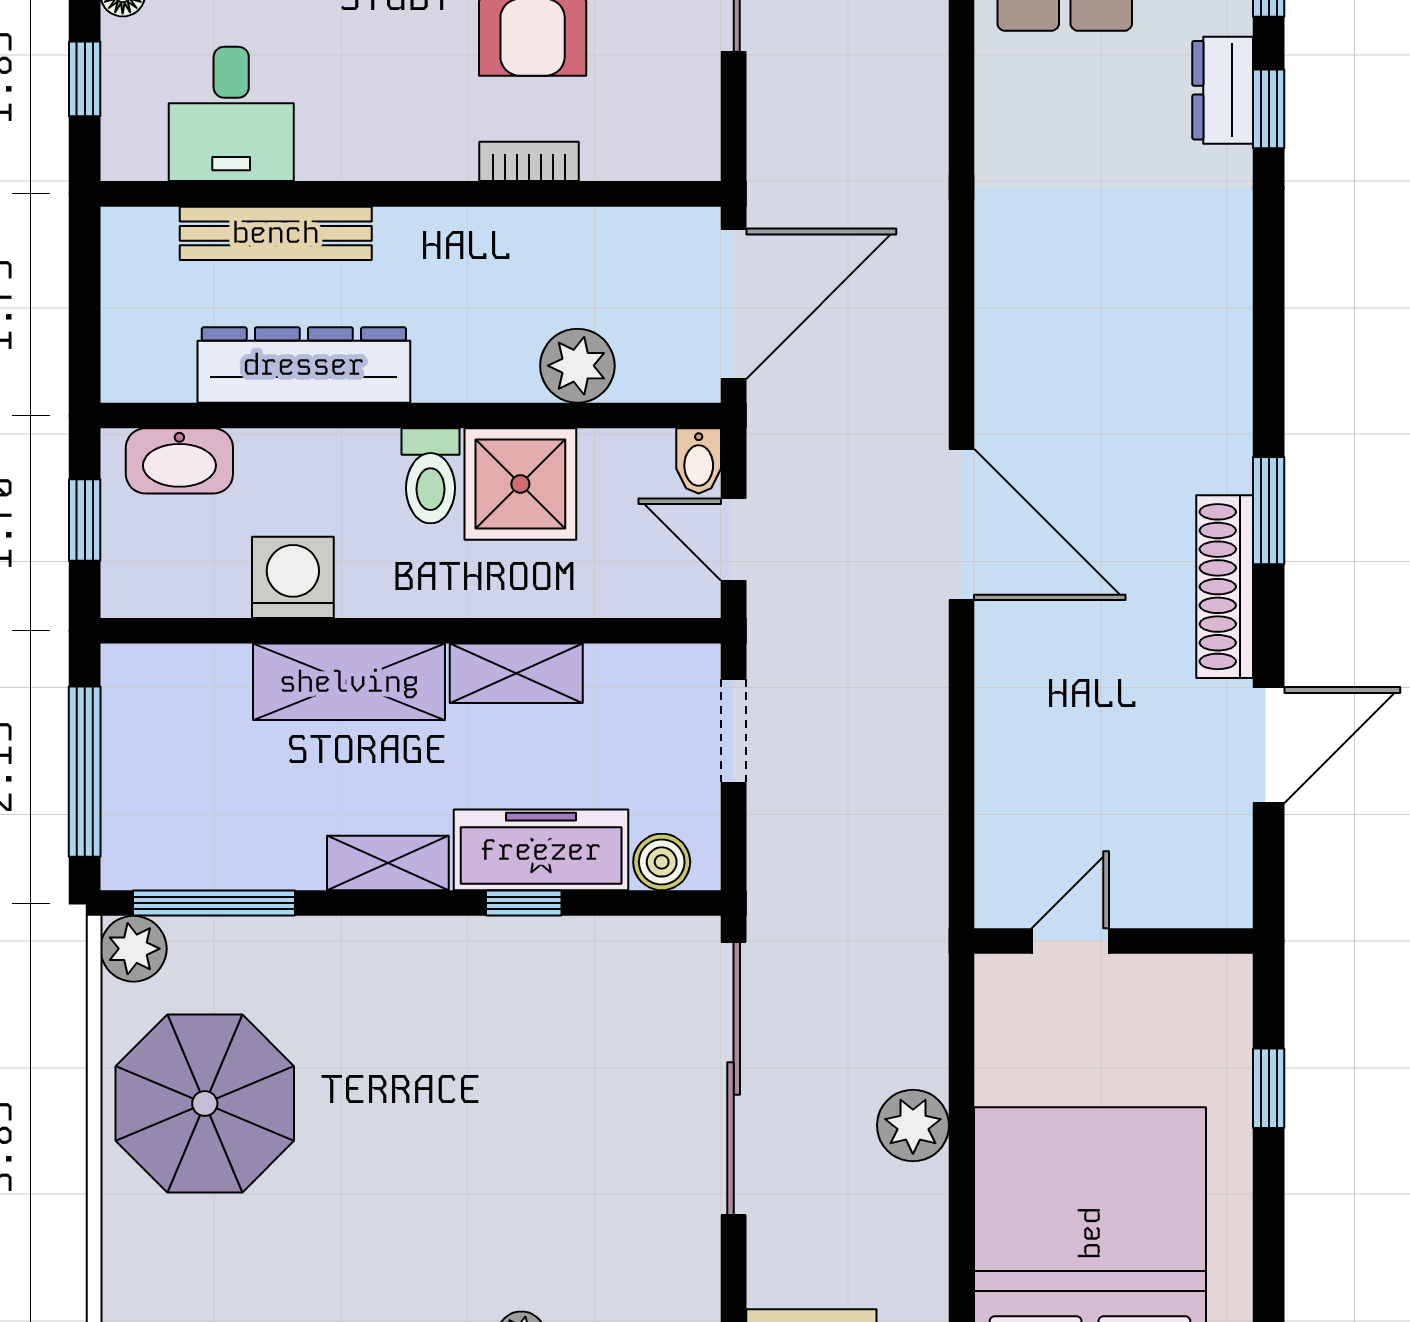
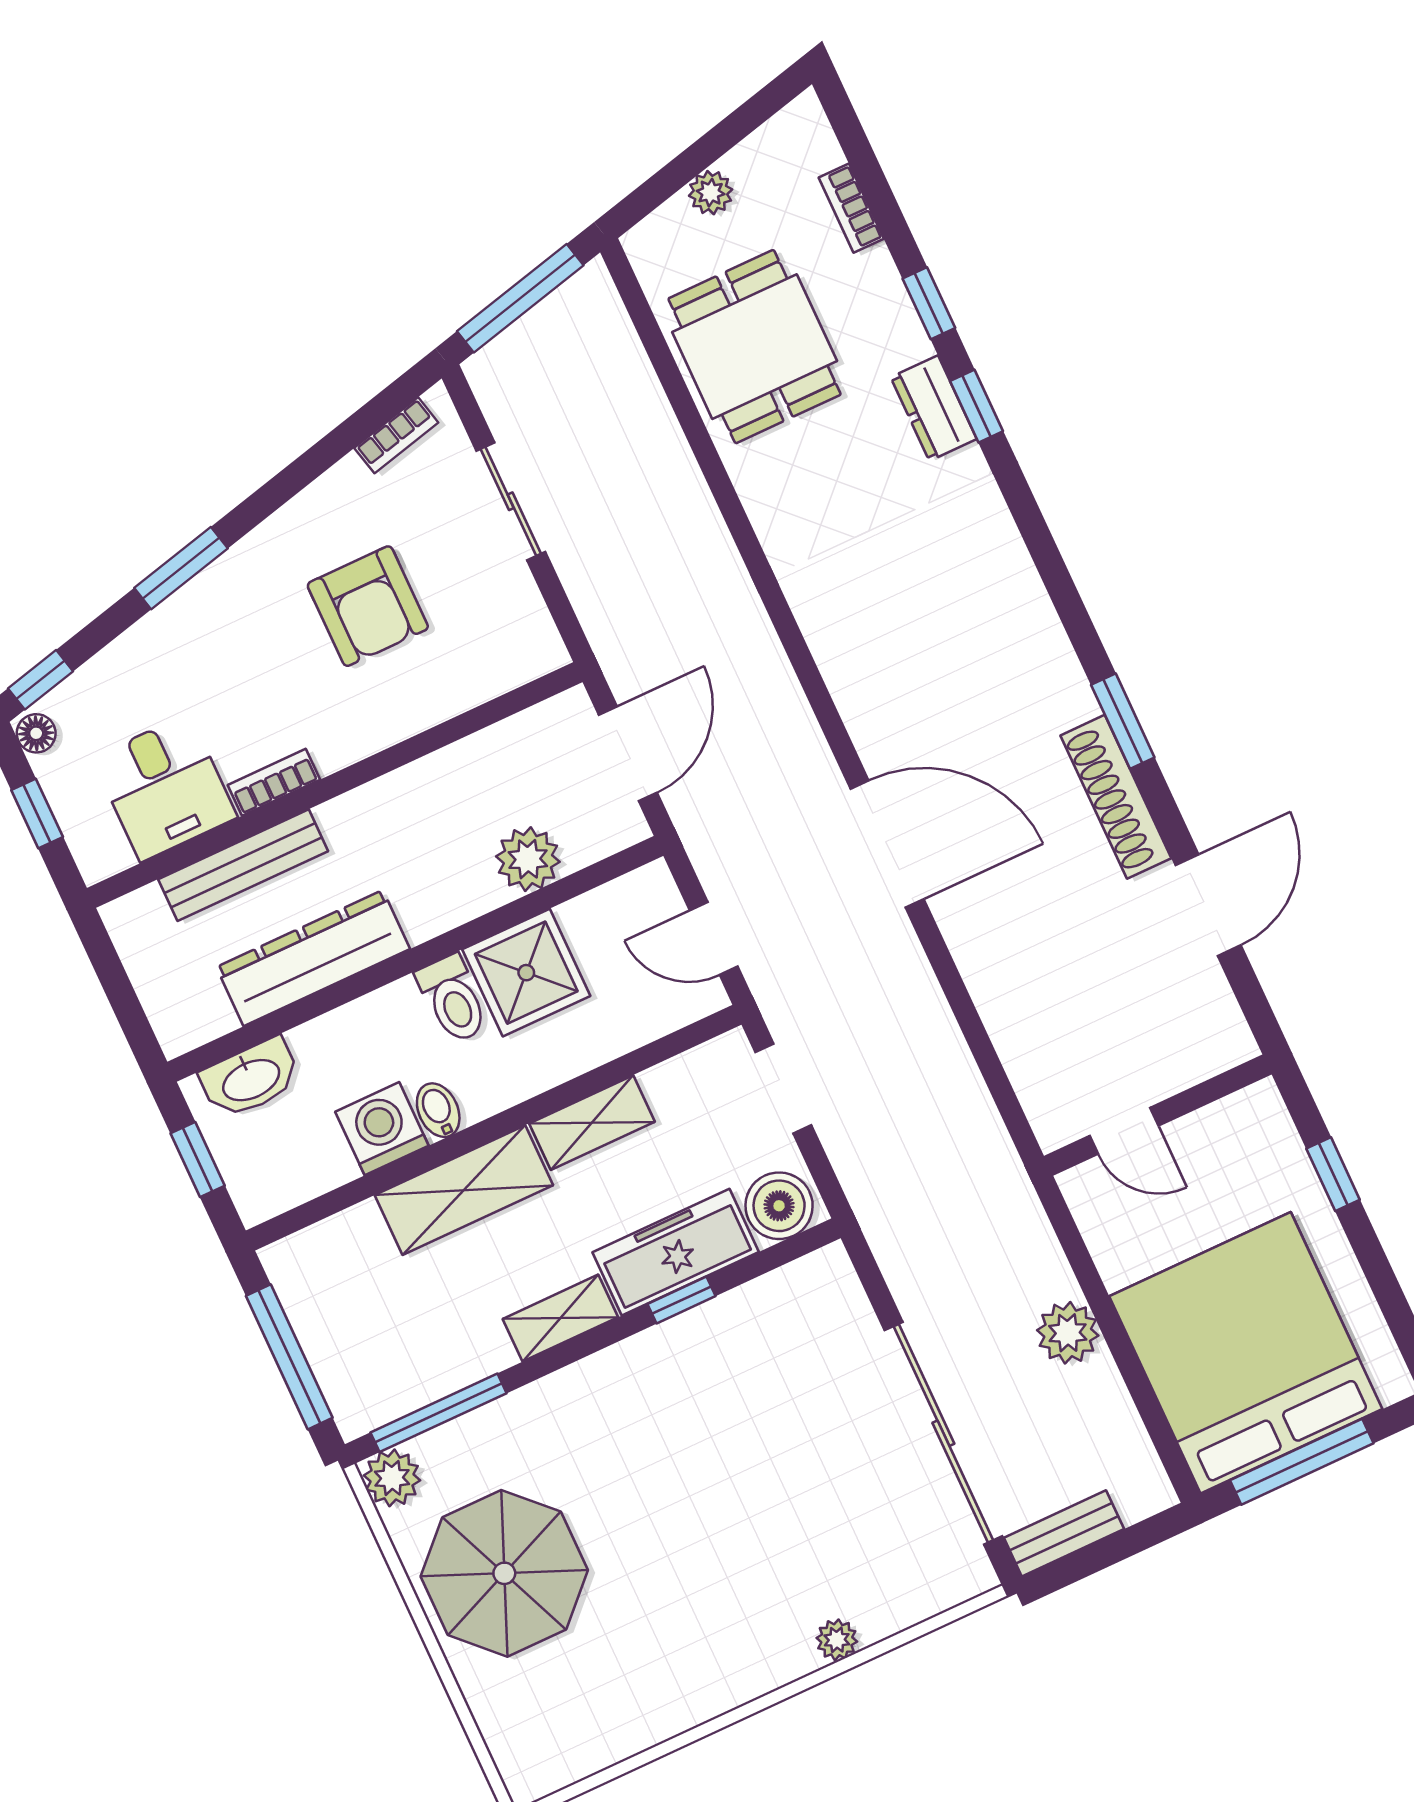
bookcase: (529, 161) -> (274, 782), moved
door: (734, 304) -> (628, 754), width x0.73
bidet: (699, 461) -> (438, 1110), moved, turned 180
boiler: (662, 862) -> (779, 1206), width x1.36, depth x1.36
door: (1070, 941) -> (1124, 1131), swing flipped
sliding door: (734, 1079) -> (943, 1433), moved

